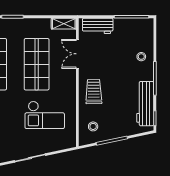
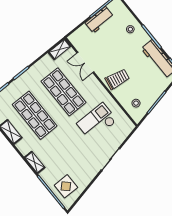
workbench: (98, 26) -> (99, 20), moved
trolley: (94, 92) -> (117, 79), turned 101
checkout: (45, 115) -> (97, 122), turned 180

